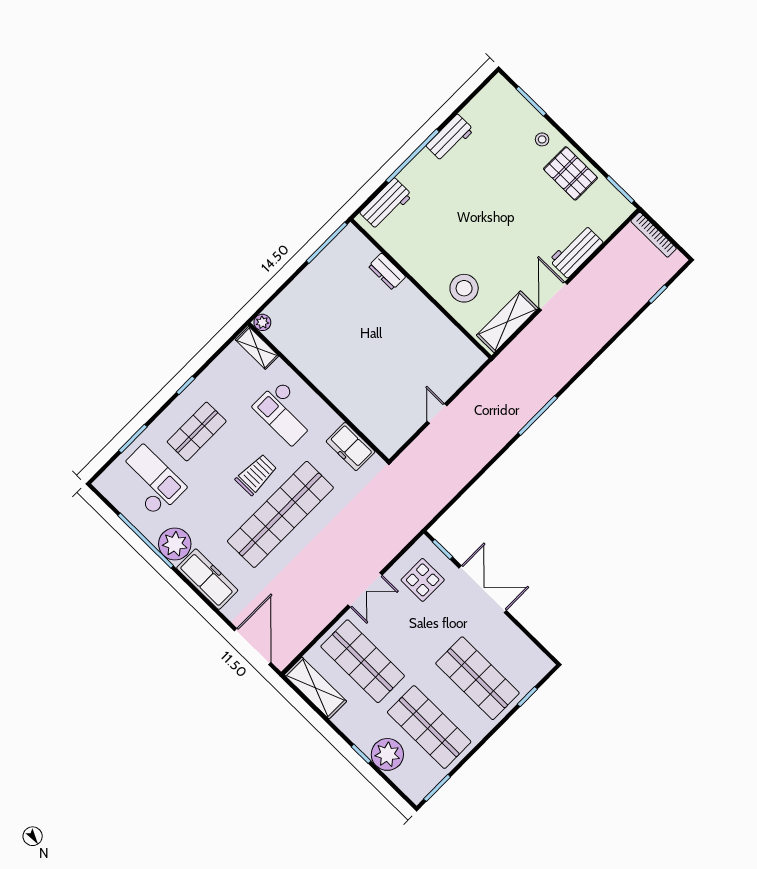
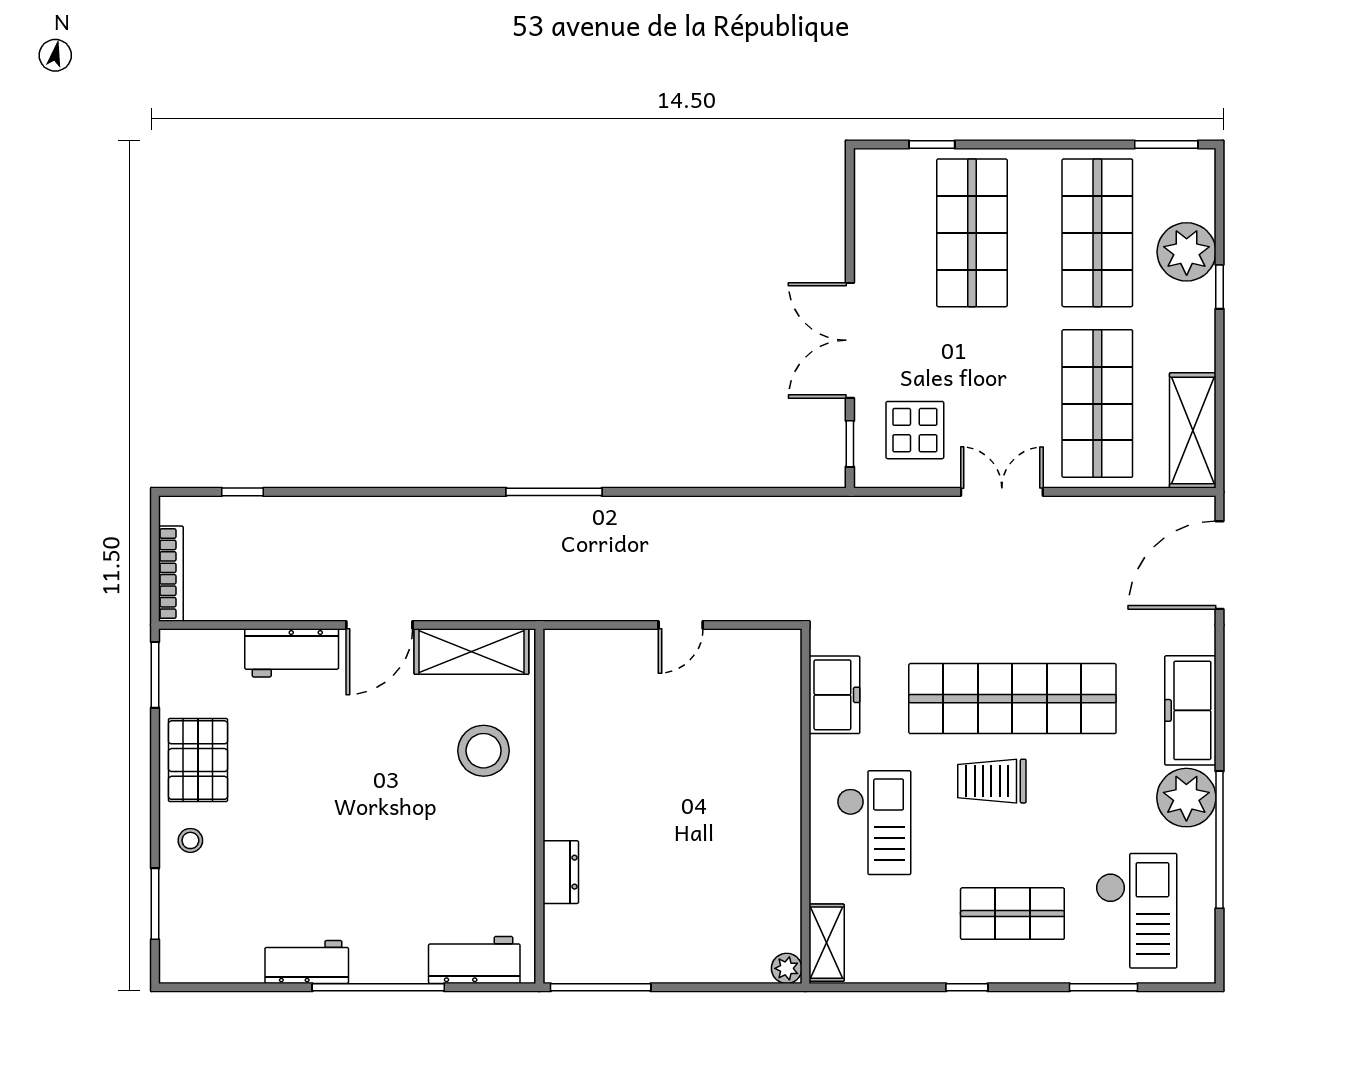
checkout: (150, 481) -> (1136, 911), turned 180

